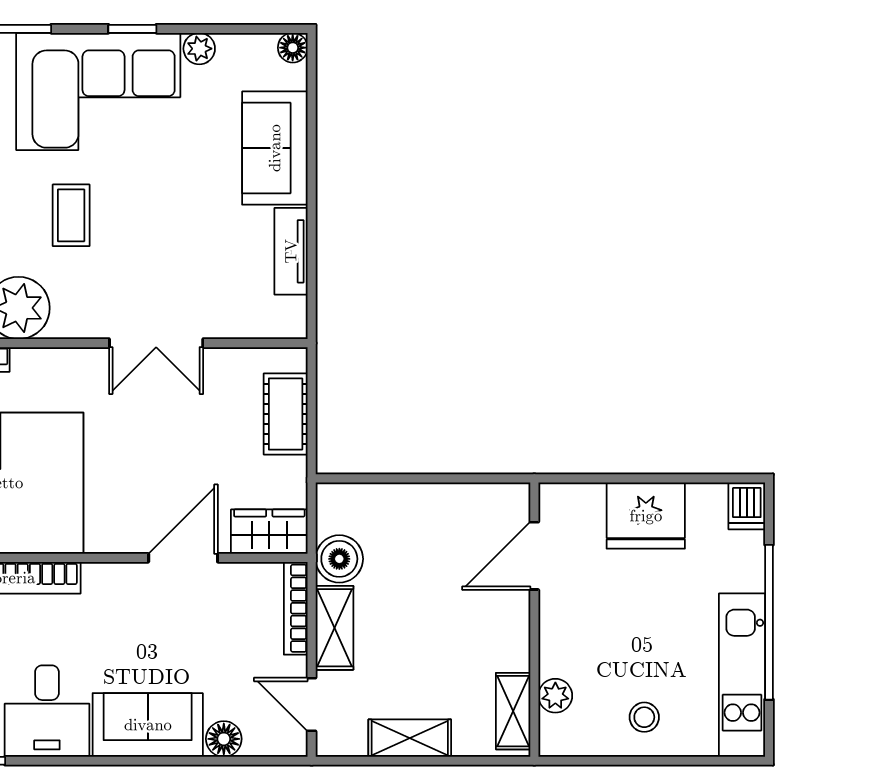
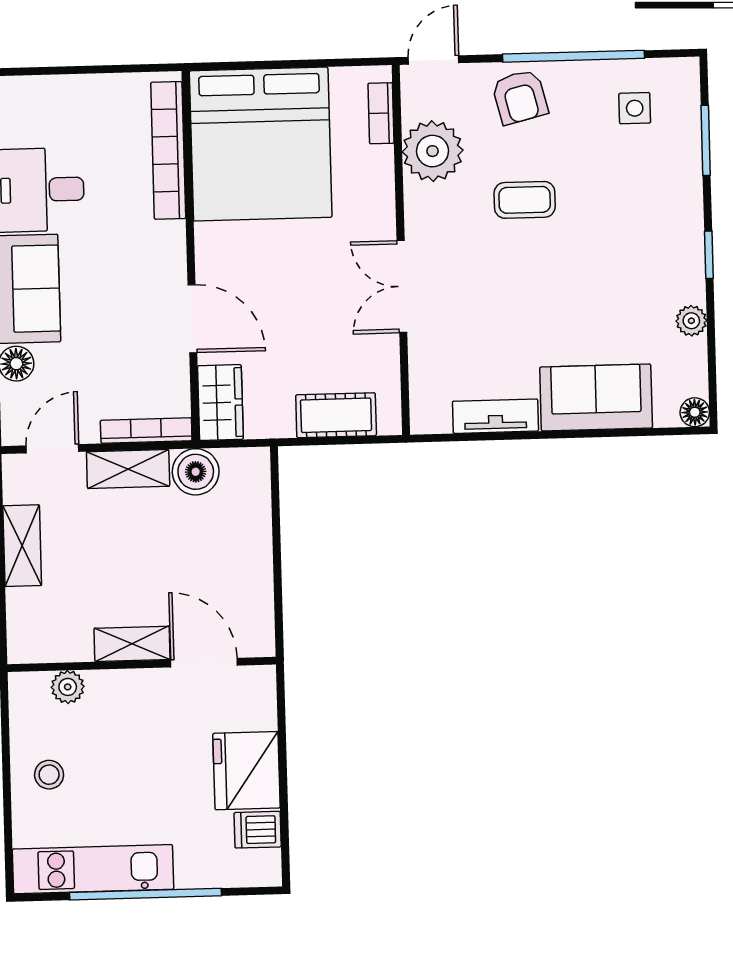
corner sofa: (98, 91) -> (647, 223), removed
dishwasher: (747, 506) -> (258, 830), moved
shelving: (513, 711) -> (132, 644), moved

